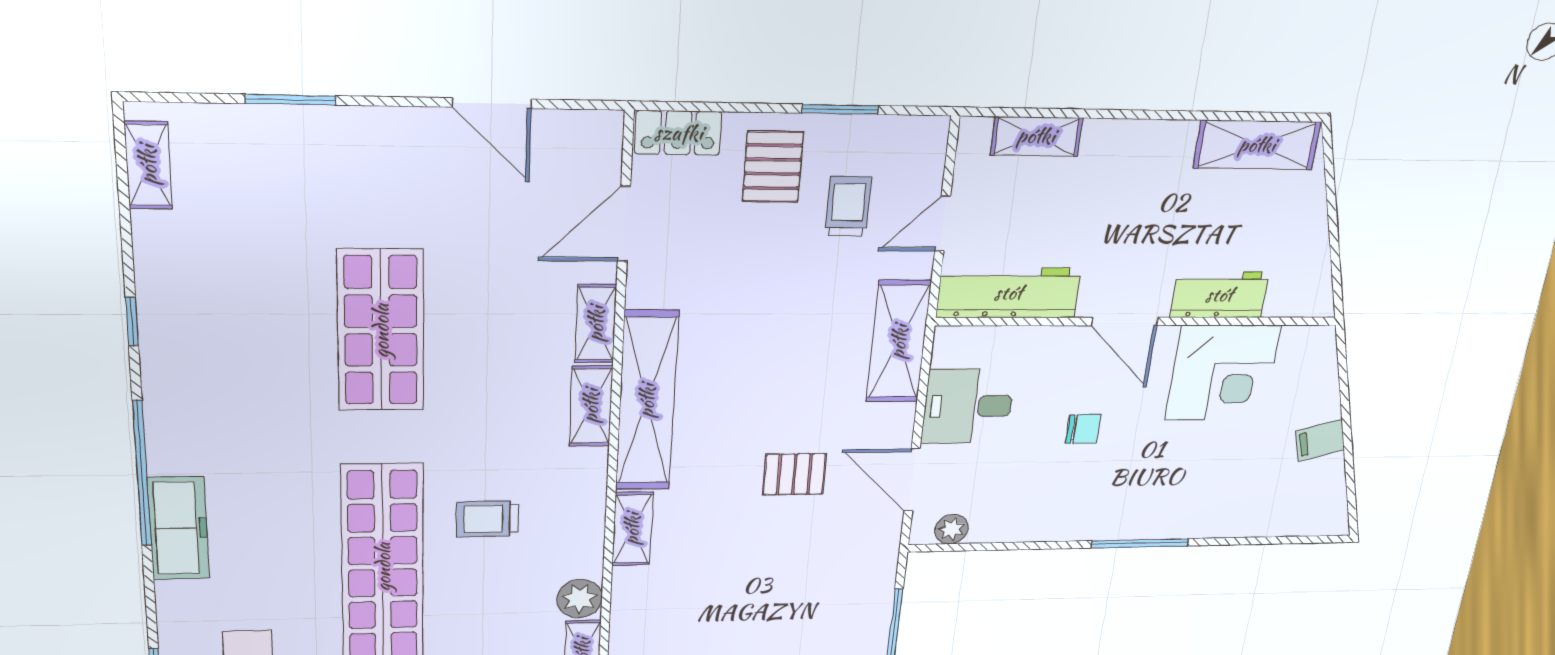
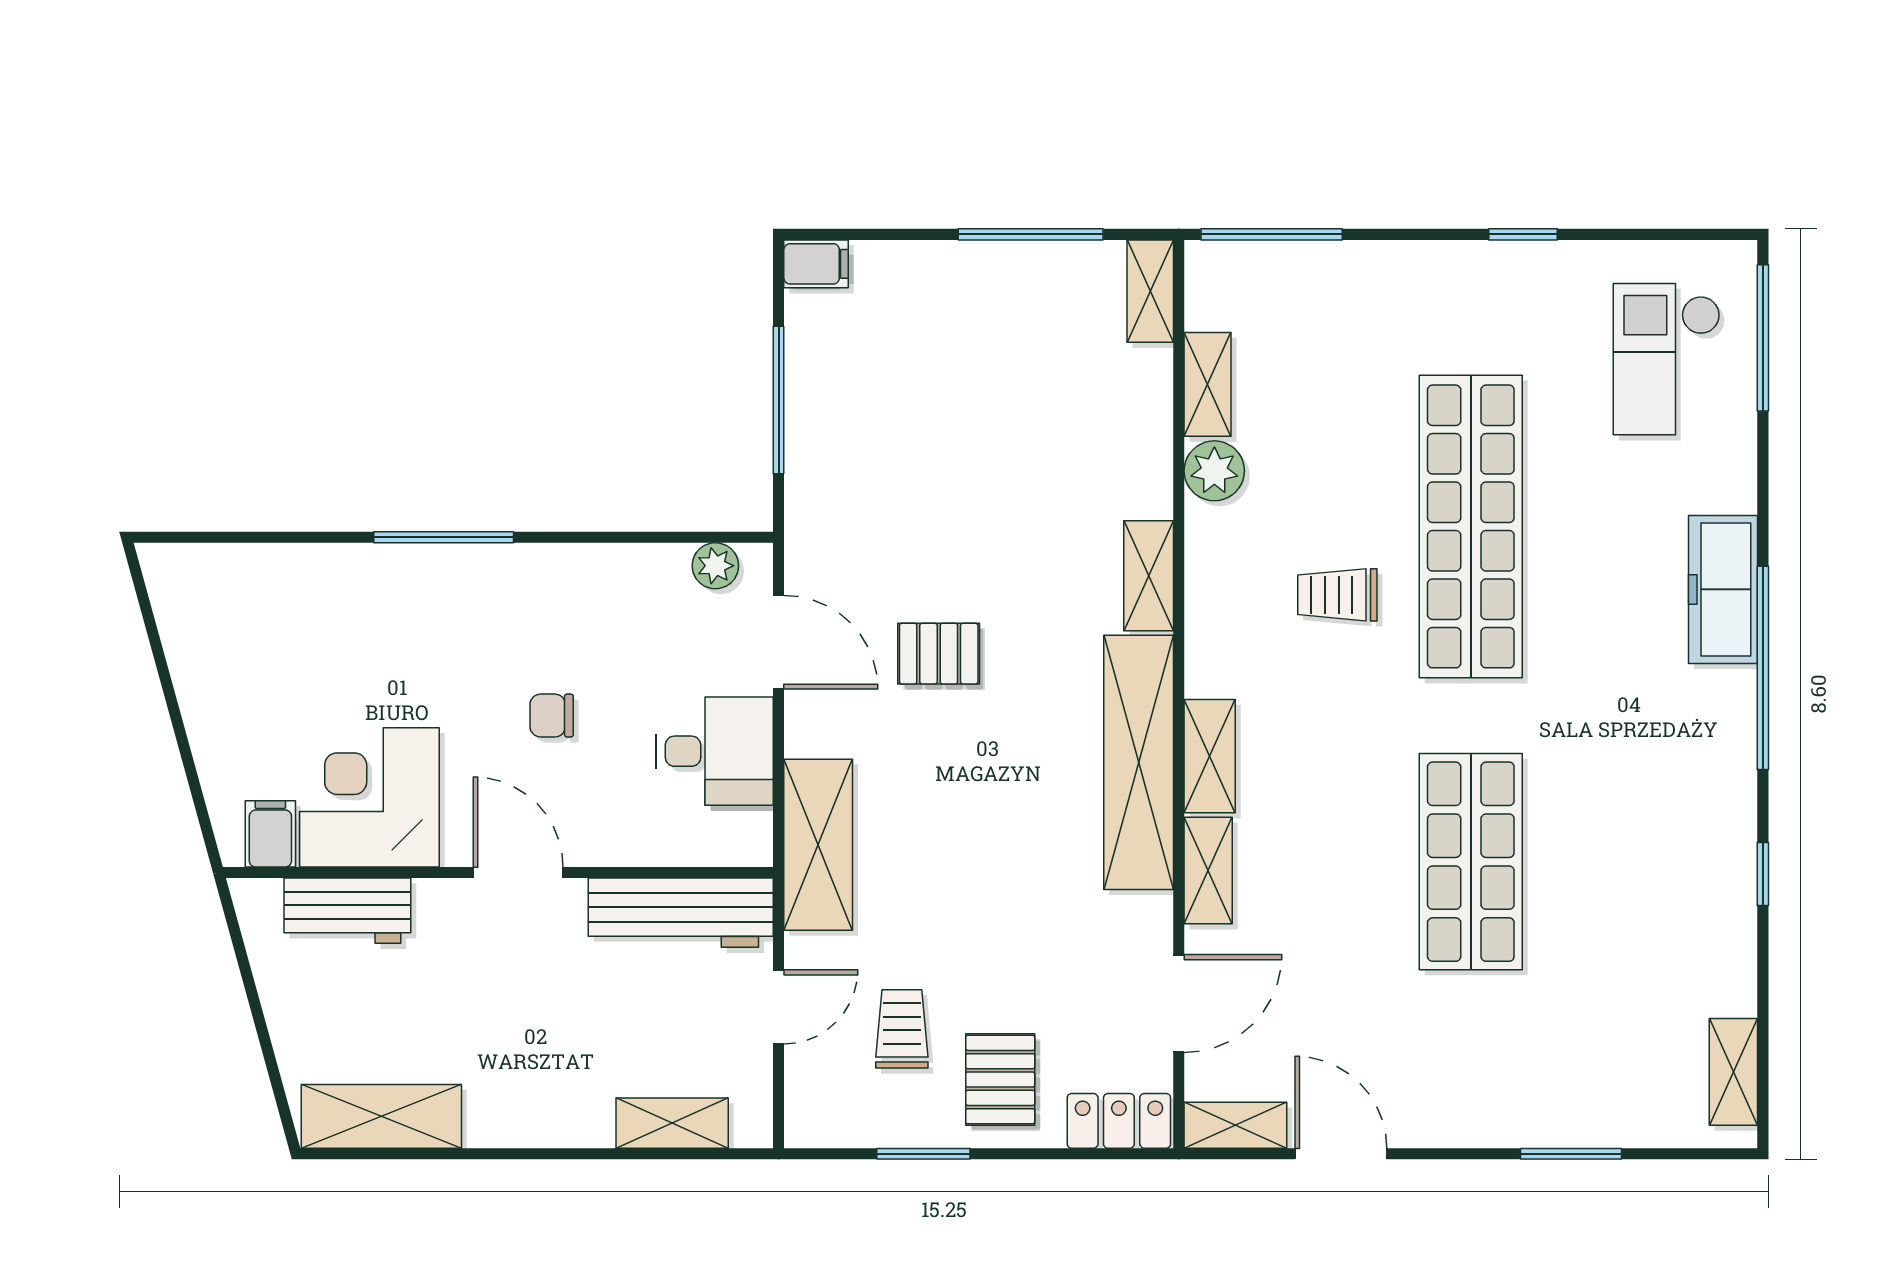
shelving: (581, 128) -> (1235, 1125), added
trolley: (848, 206) -> (902, 1029), turned 180
workbench: (1219, 295) -> (347, 911), moved
filing cabinet: (1320, 440) -> (270, 834), moved, turned -75
trolley: (488, 519) -> (1337, 595), turned 180

